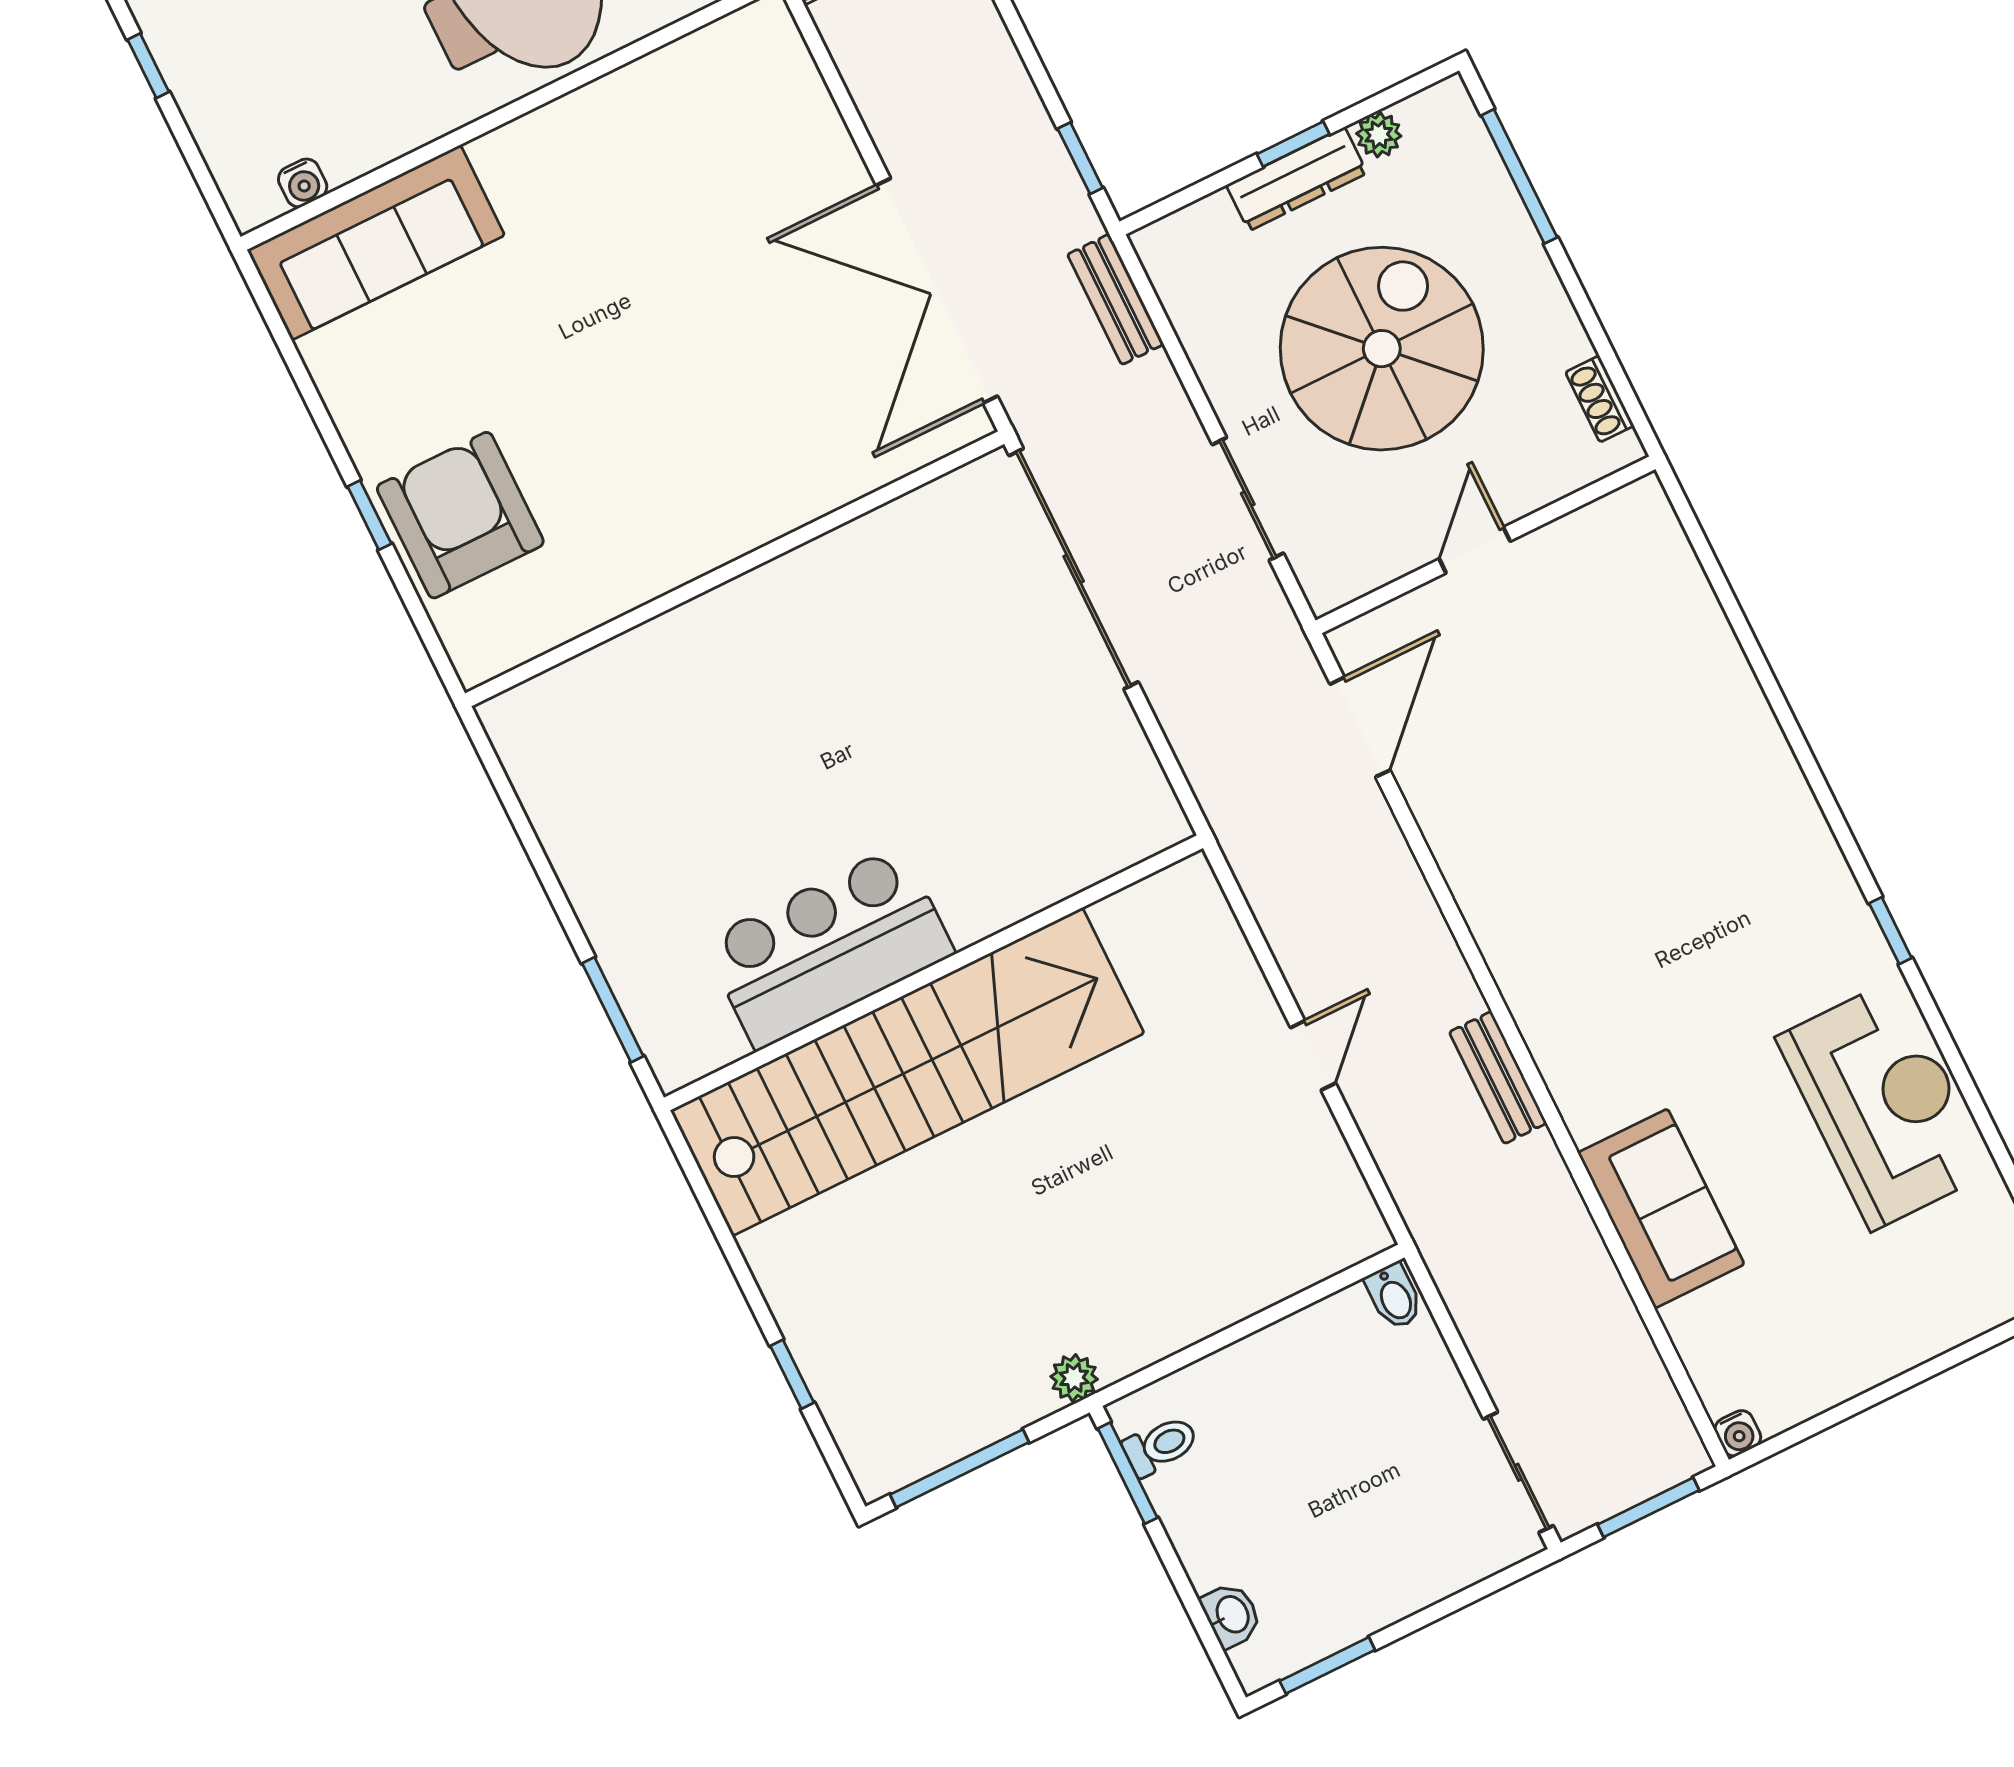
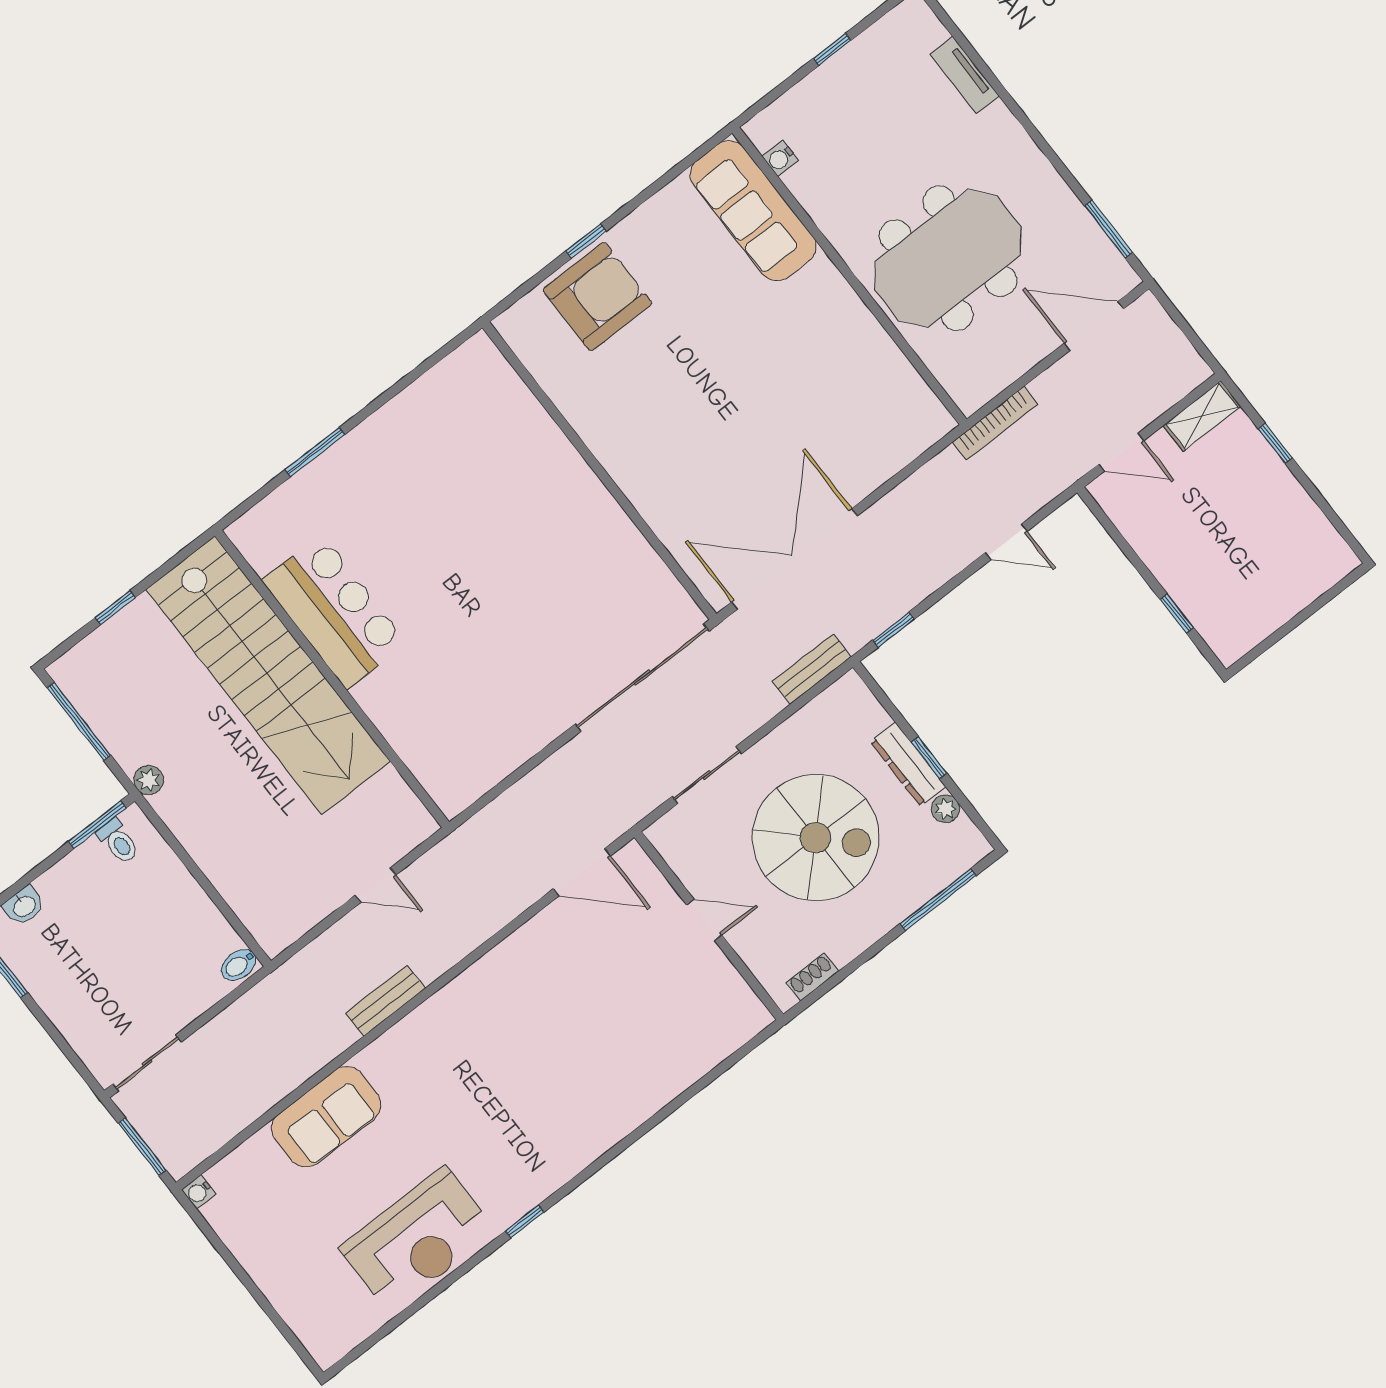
bar counter: (829, 947) -> (334, 612), moved
wall: (934, 973) -> (332, 679), moved
stairs: (907, 1072) -> (268, 675), moved

